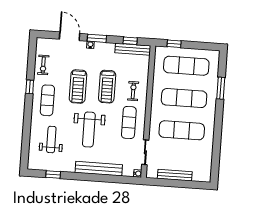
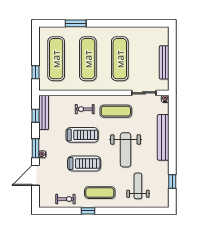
weight bench: (89, 130) -> (126, 150), turned 90
weight bench: (51, 139) -> (138, 186), turned 90

